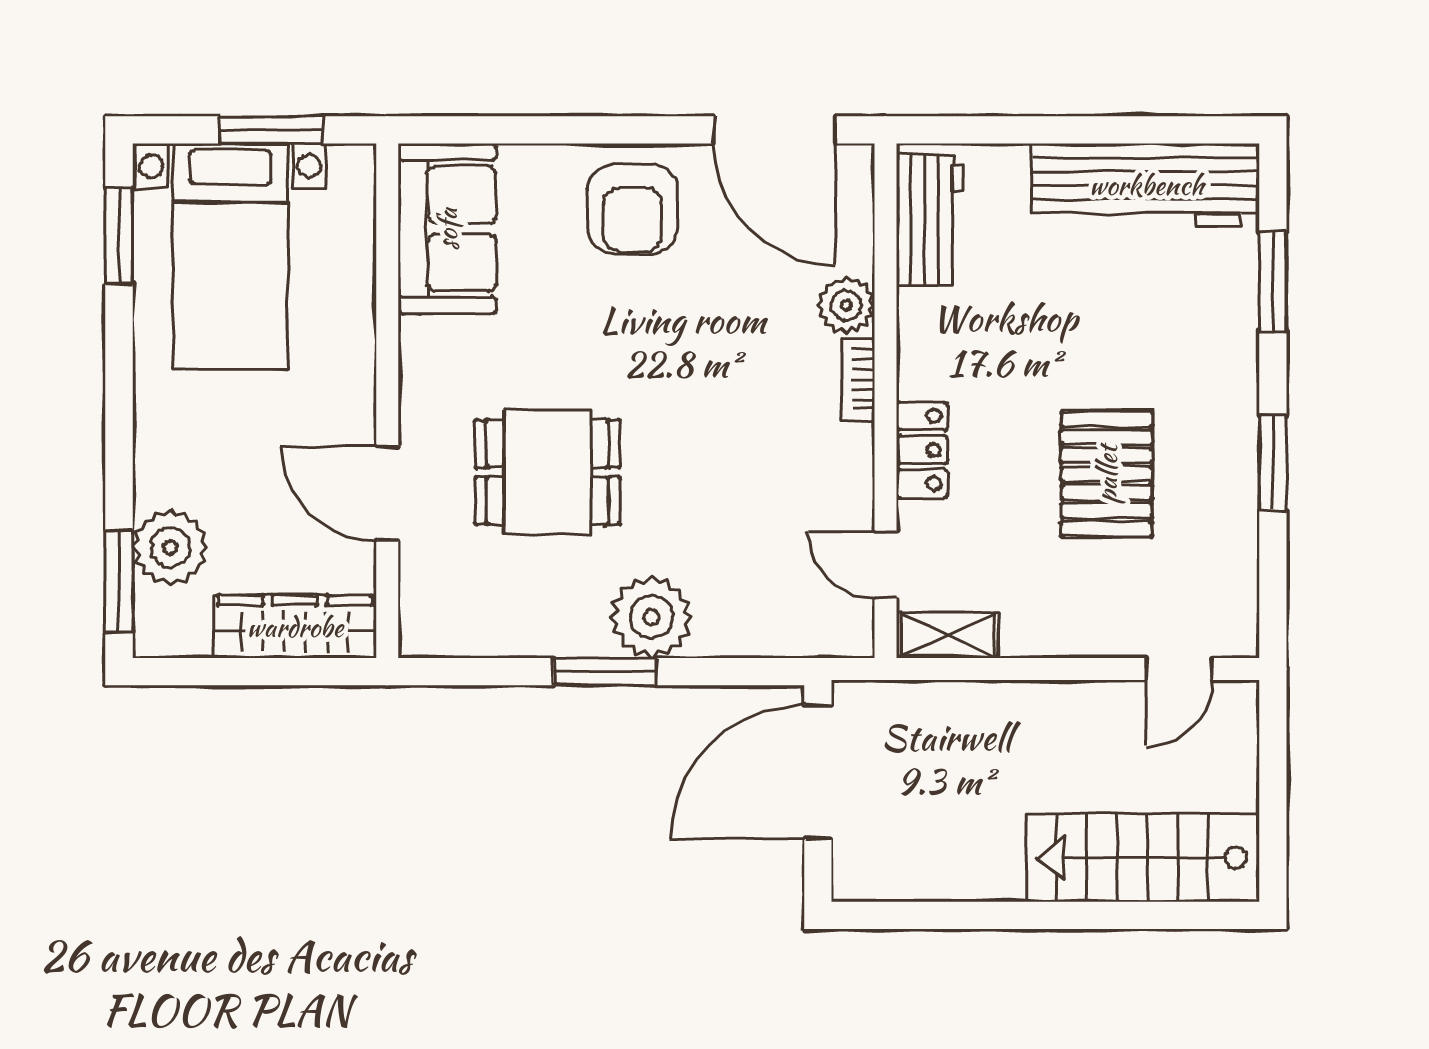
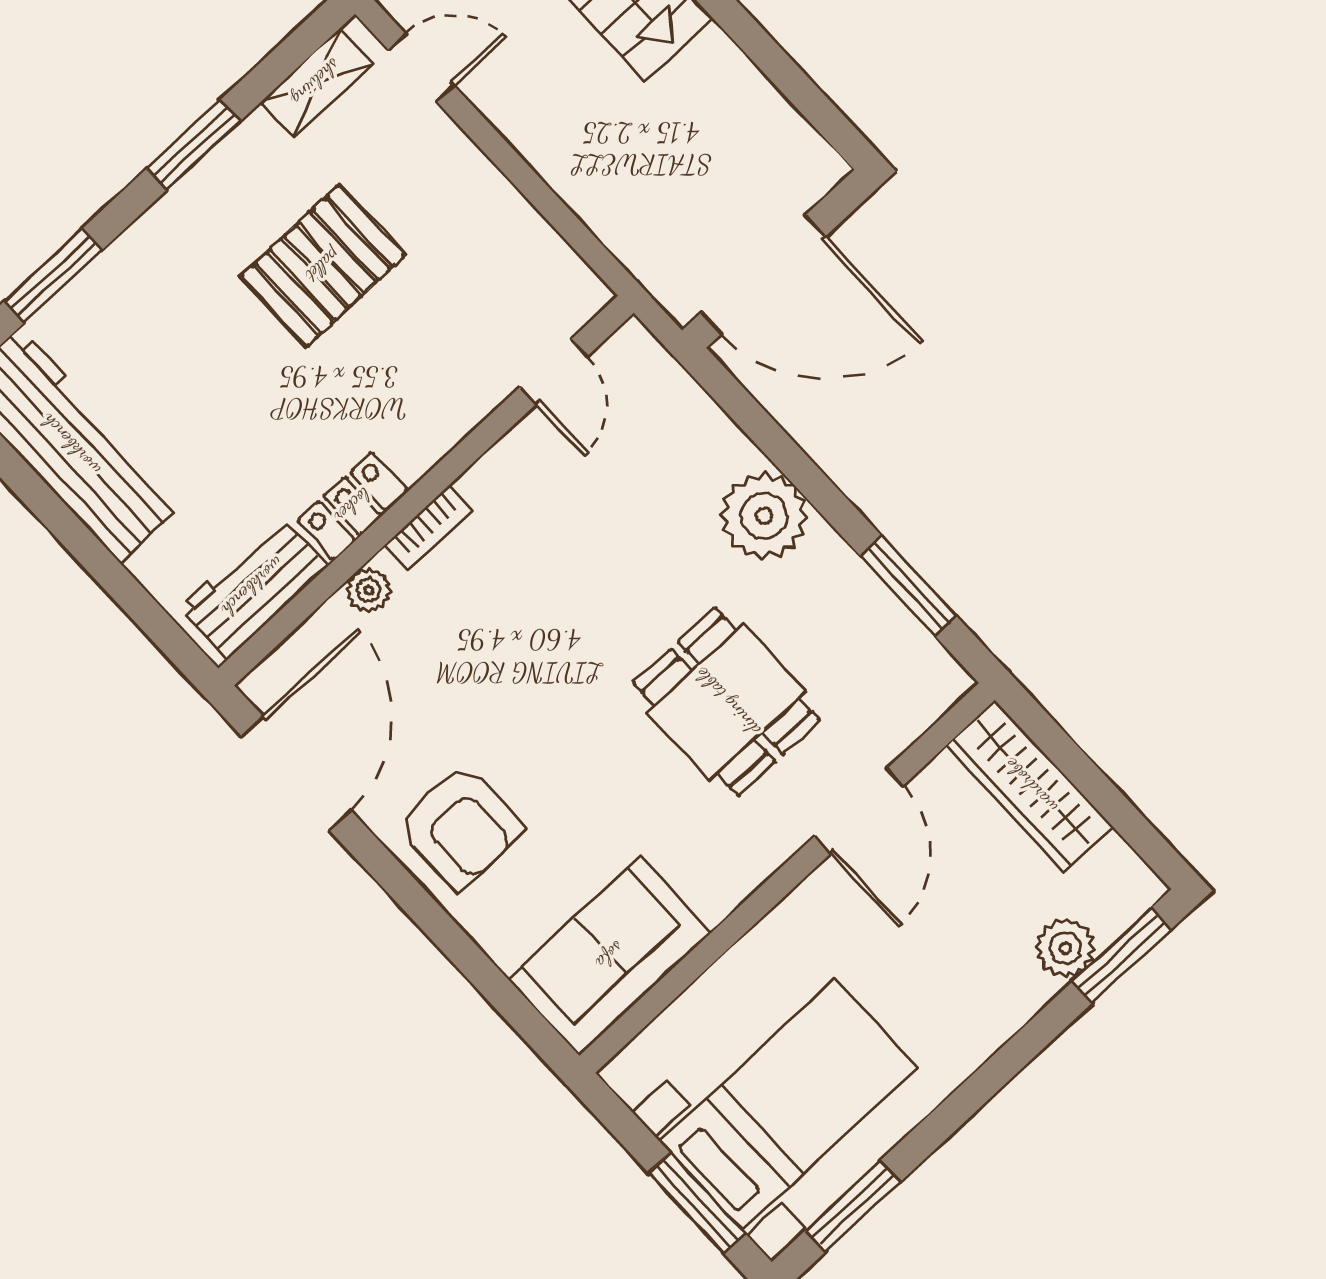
window: (271, 130) -> (697, 1203), moved
armchair: (633, 209) -> (460, 826), turned 90
plant: (846, 305) -> (369, 590), width x0.73, depth x0.73
locker: (922, 450) -> (353, 506), moved
plant: (170, 547) -> (1065, 948), width x0.73, depth x0.73
shelving: (947, 635) -> (316, 83), moved, turned 90
window: (605, 672) -> (908, 586), moved

